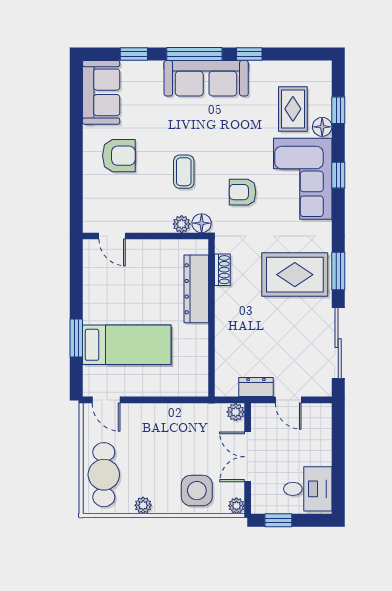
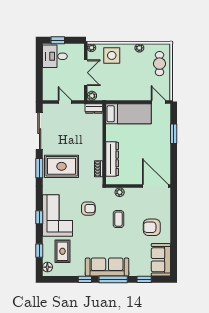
floor lamp: (322, 127) -> (47, 267), moved
floor lamp: (202, 223) -> (109, 193), removed
door: (112, 236) -> (155, 186), width x1.88
bed: (127, 345) -> (129, 114), moved, turned 180
dresser: (256, 387) -> (94, 109), moved
cafe table: (104, 475) -> (160, 64), width x0.73, depth x0.74
window: (278, 520) -> (58, 40), moved

